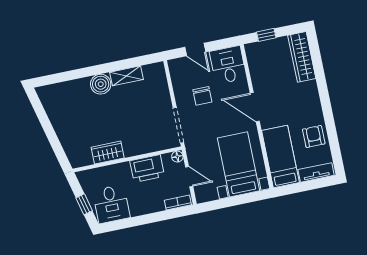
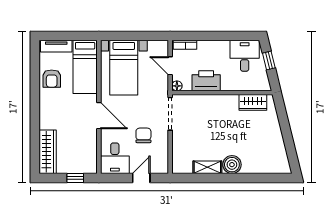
door: (195, 50) -> (141, 178), hinge flipped
wardrobe: (108, 153) -> (253, 102), moved

